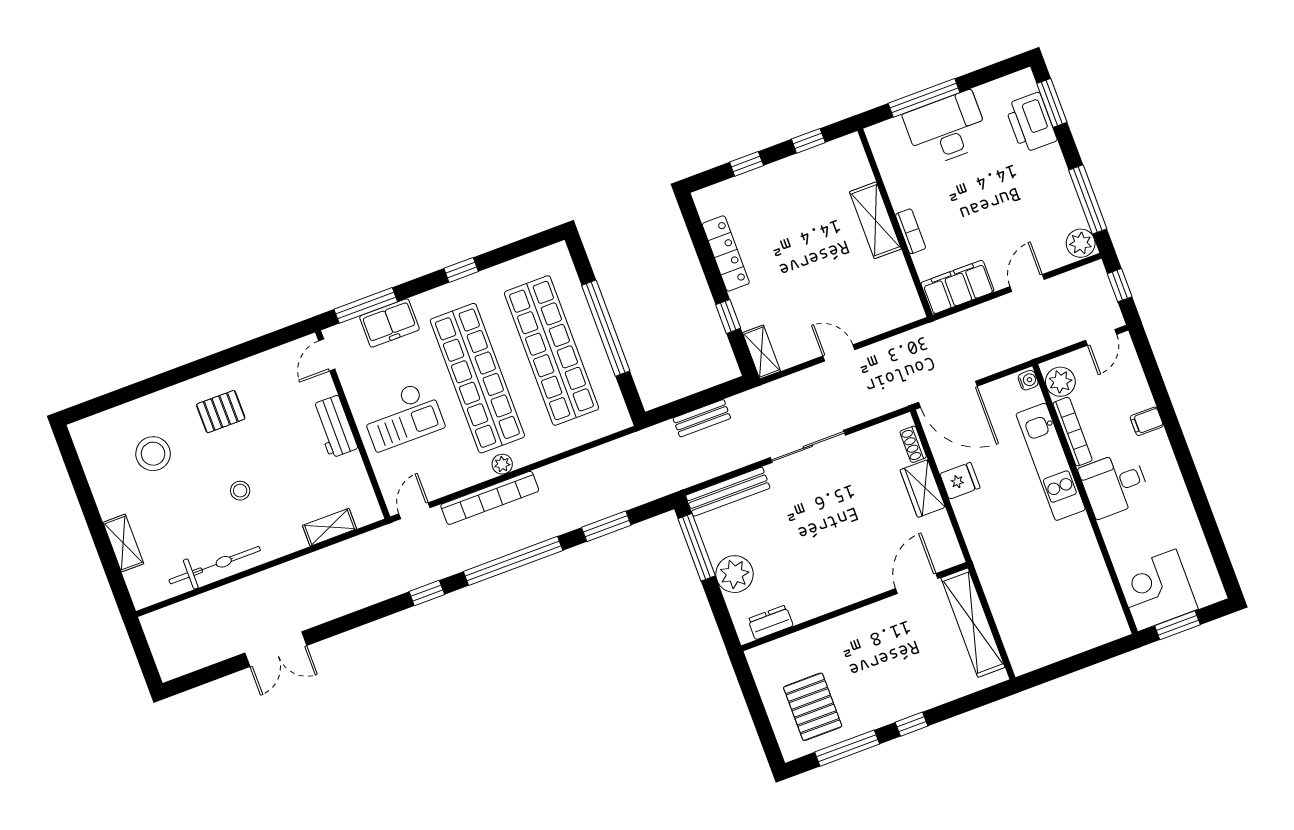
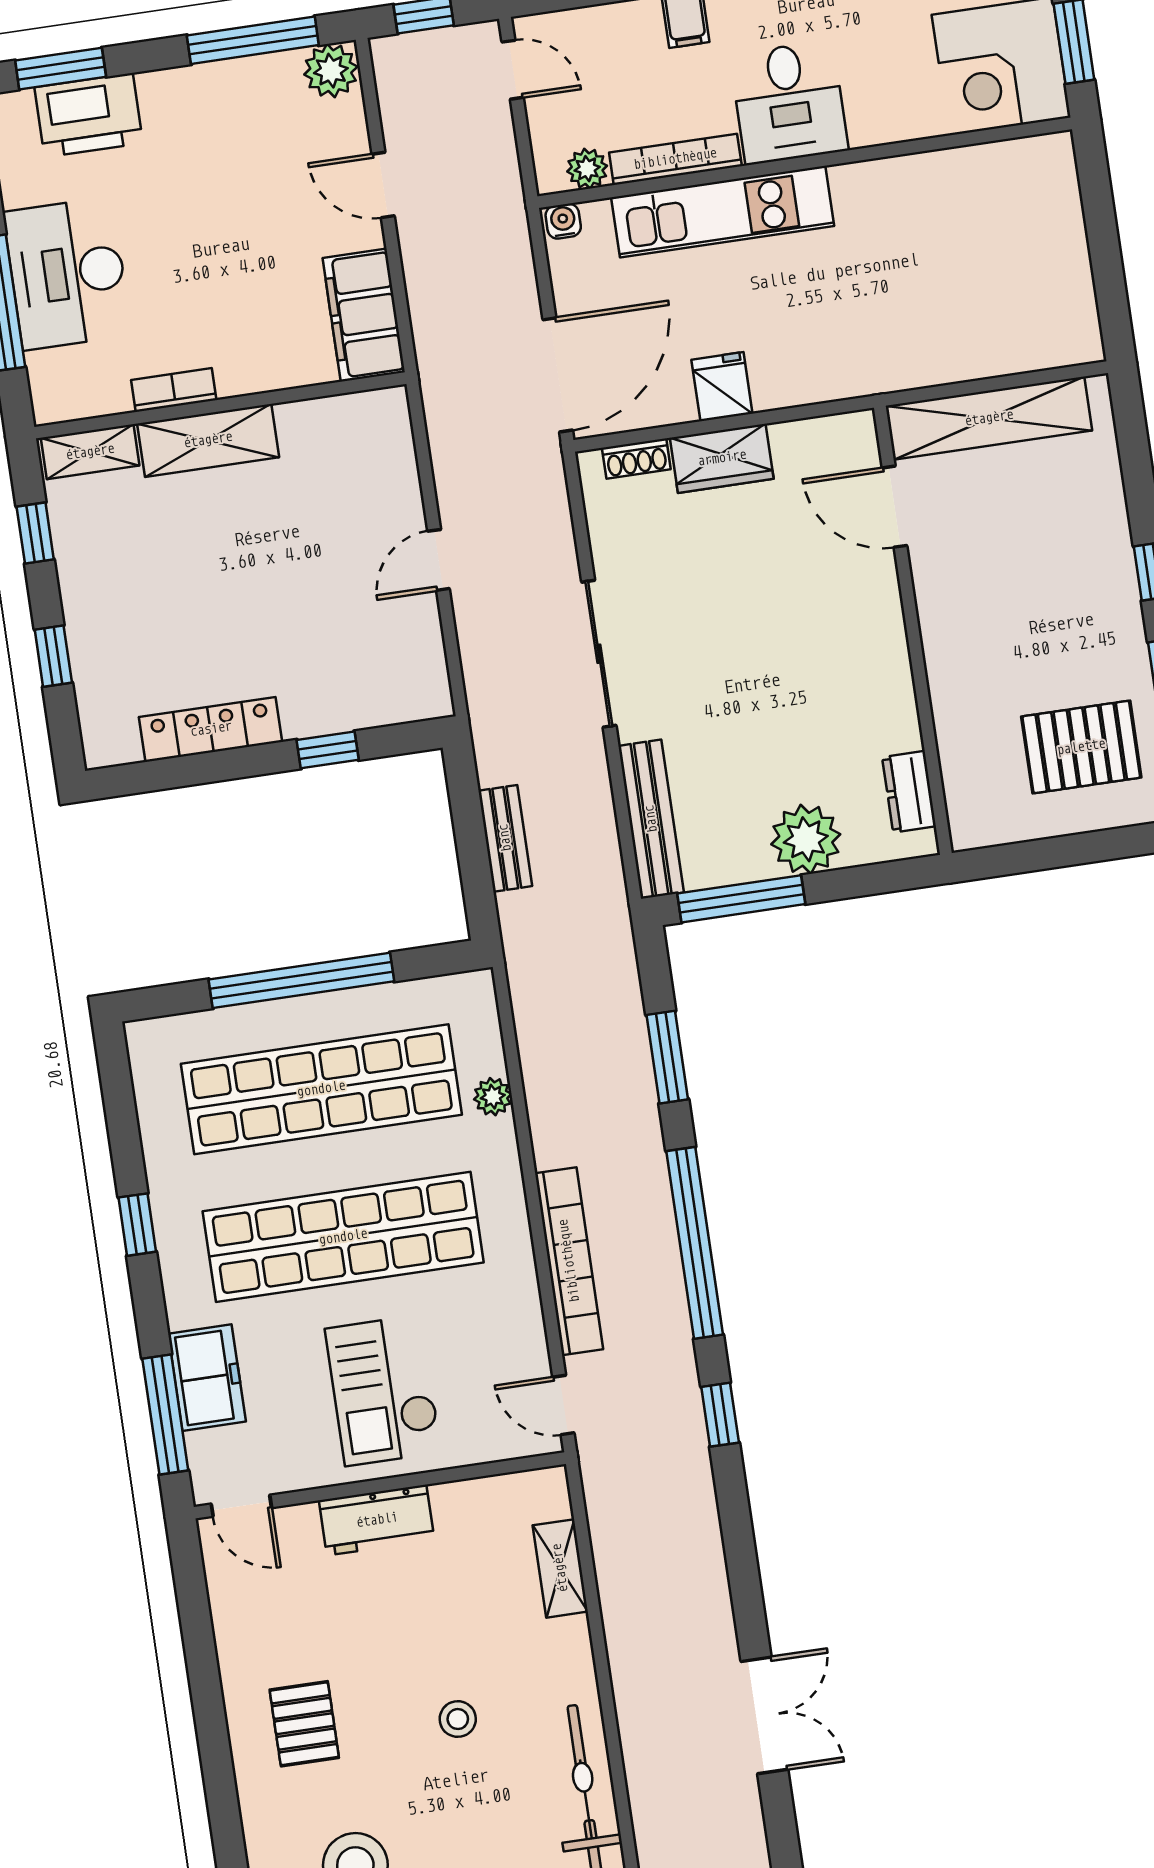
bookcase: (911, 231) -> (174, 390), moved
shelving: (761, 352) -> (90, 452), moved
plant: (1060, 382) -> (587, 169), width x0.73, depth x0.73
checkout: (402, 416) -> (383, 1390), turned 180
plant: (502, 464) -> (493, 1097), moved

